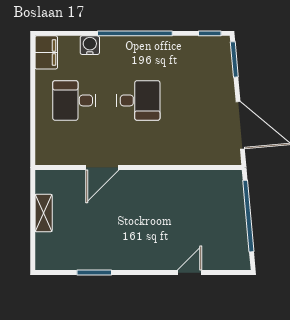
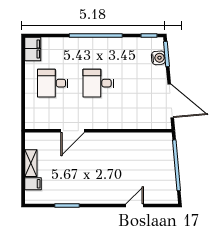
water cooler: (90, 45) -> (158, 58), moved, turned 85
desk: (138, 100) -> (98, 83), turned 180
filing cabinet: (47, 242) -> (33, 184), added

